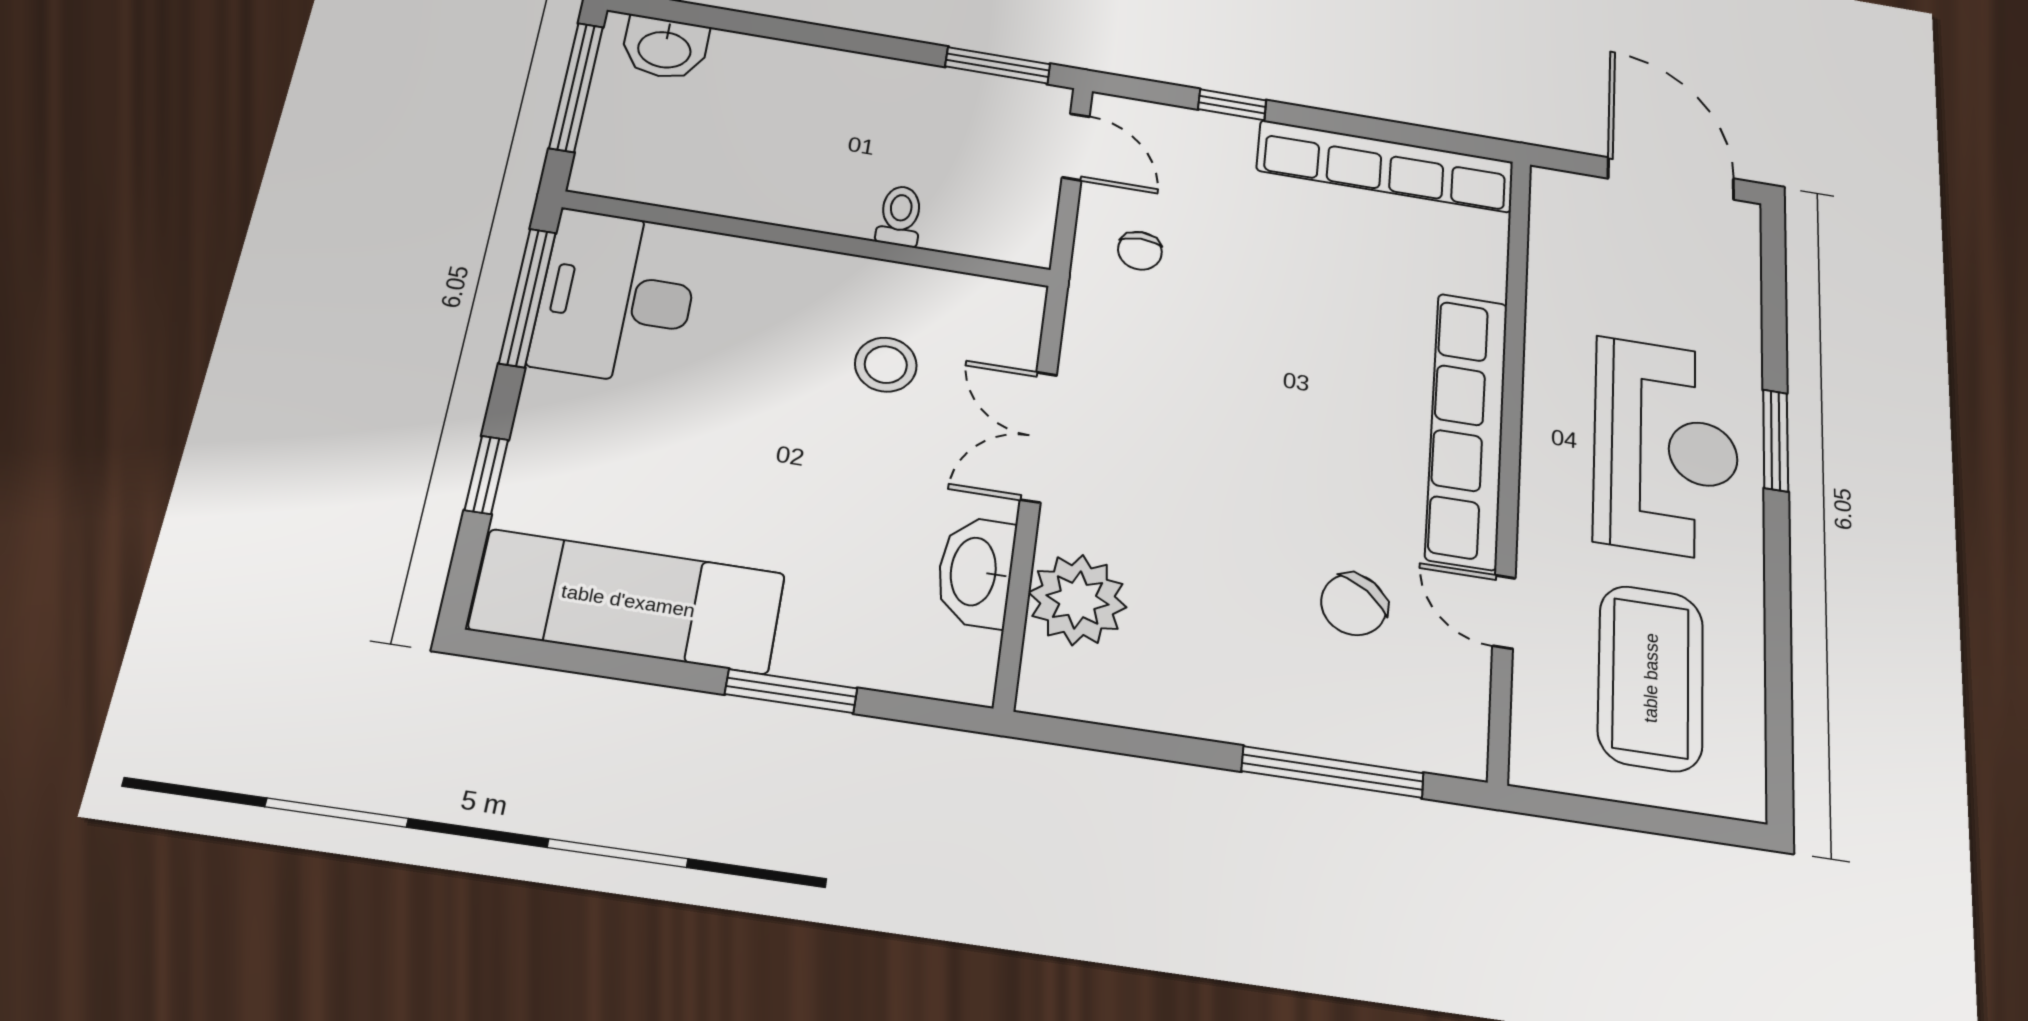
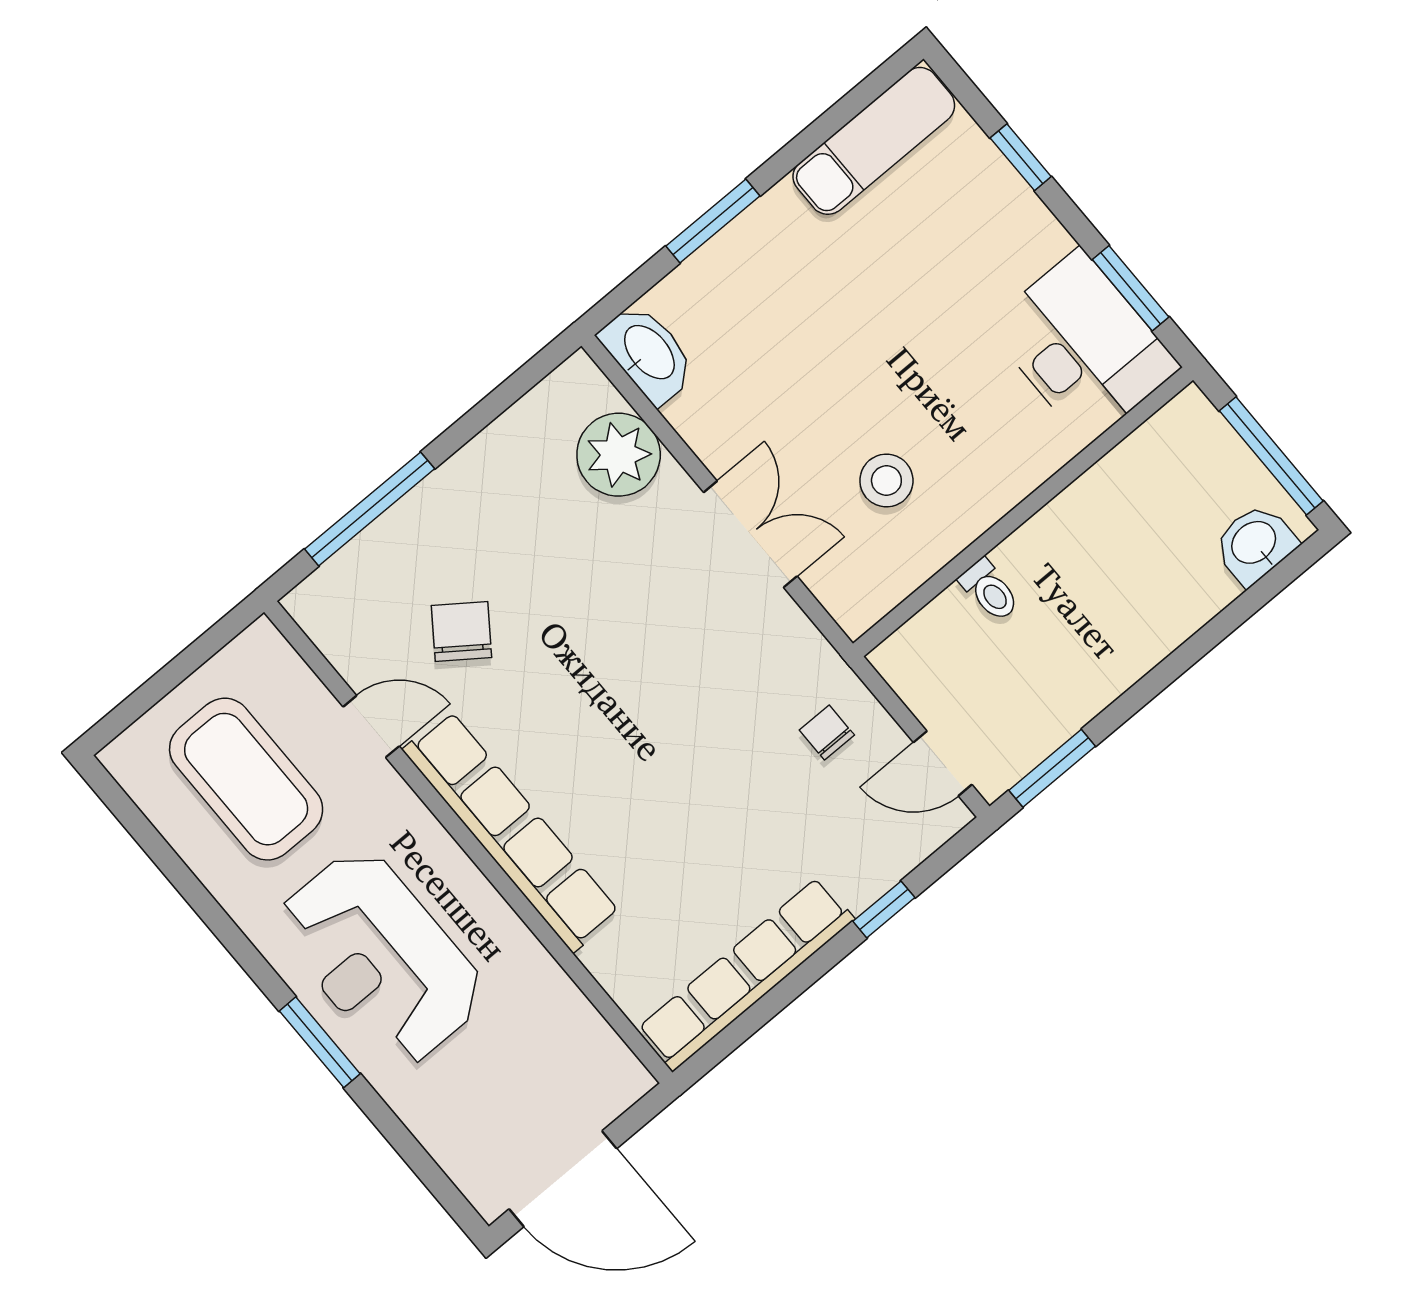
window: (528, 298) -> (1131, 288), width x0.69
washbasin: (975, 572) -> (648, 353), moved
exam couch: (628, 601) -> (874, 141), width x0.73, depth x0.69

